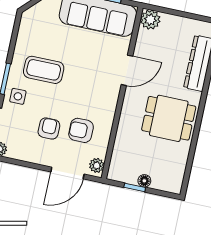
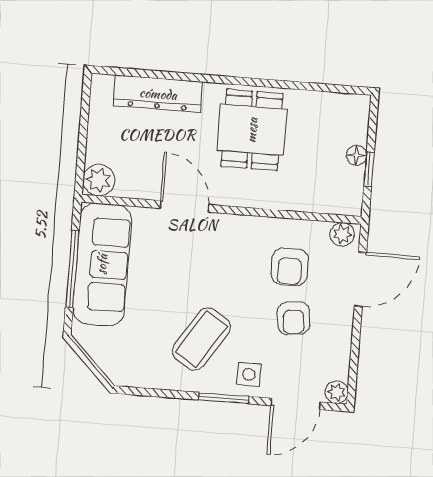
coffee table: (44, 70) -> (201, 339), turned 33
armchair: (49, 128) -> (294, 318), turned -96
door: (67, 173) -> (360, 279), hinge flipped

